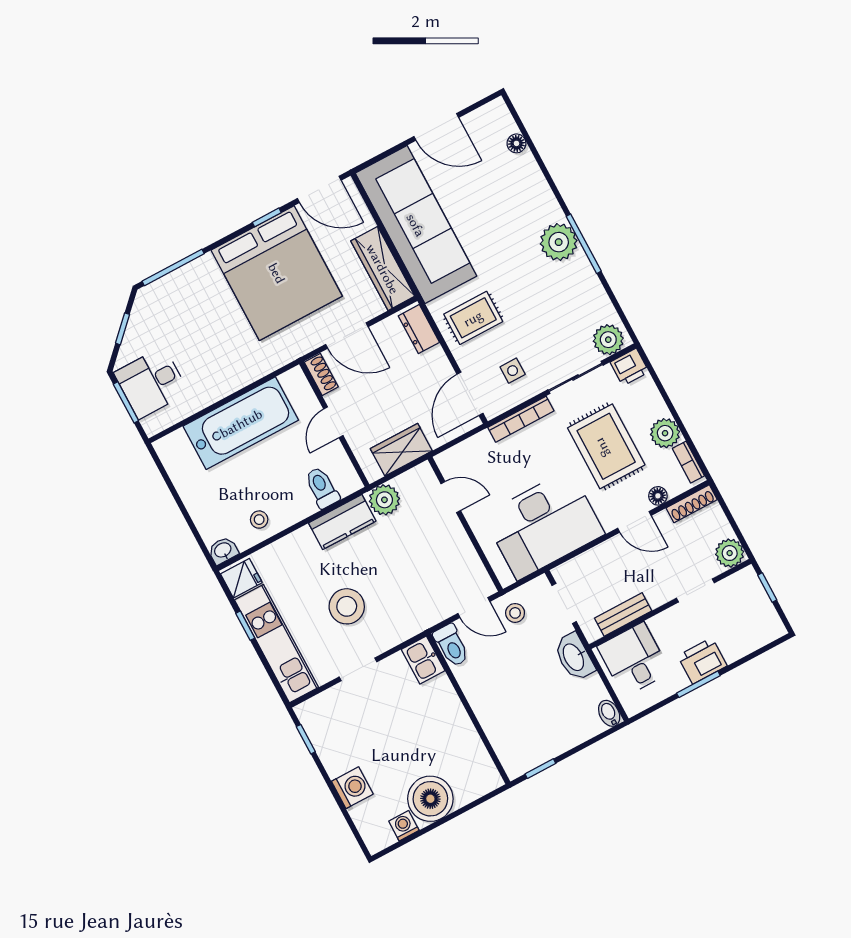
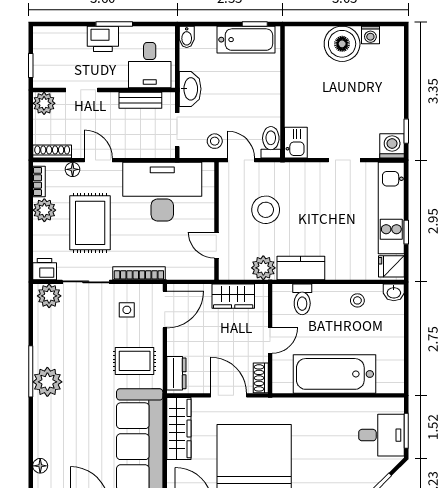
stool: (347, 606) -> (266, 210), moved
bathtub: (541, 746) -> (246, 40), added
washing machine: (352, 788) -> (392, 146), moved, turned 90

